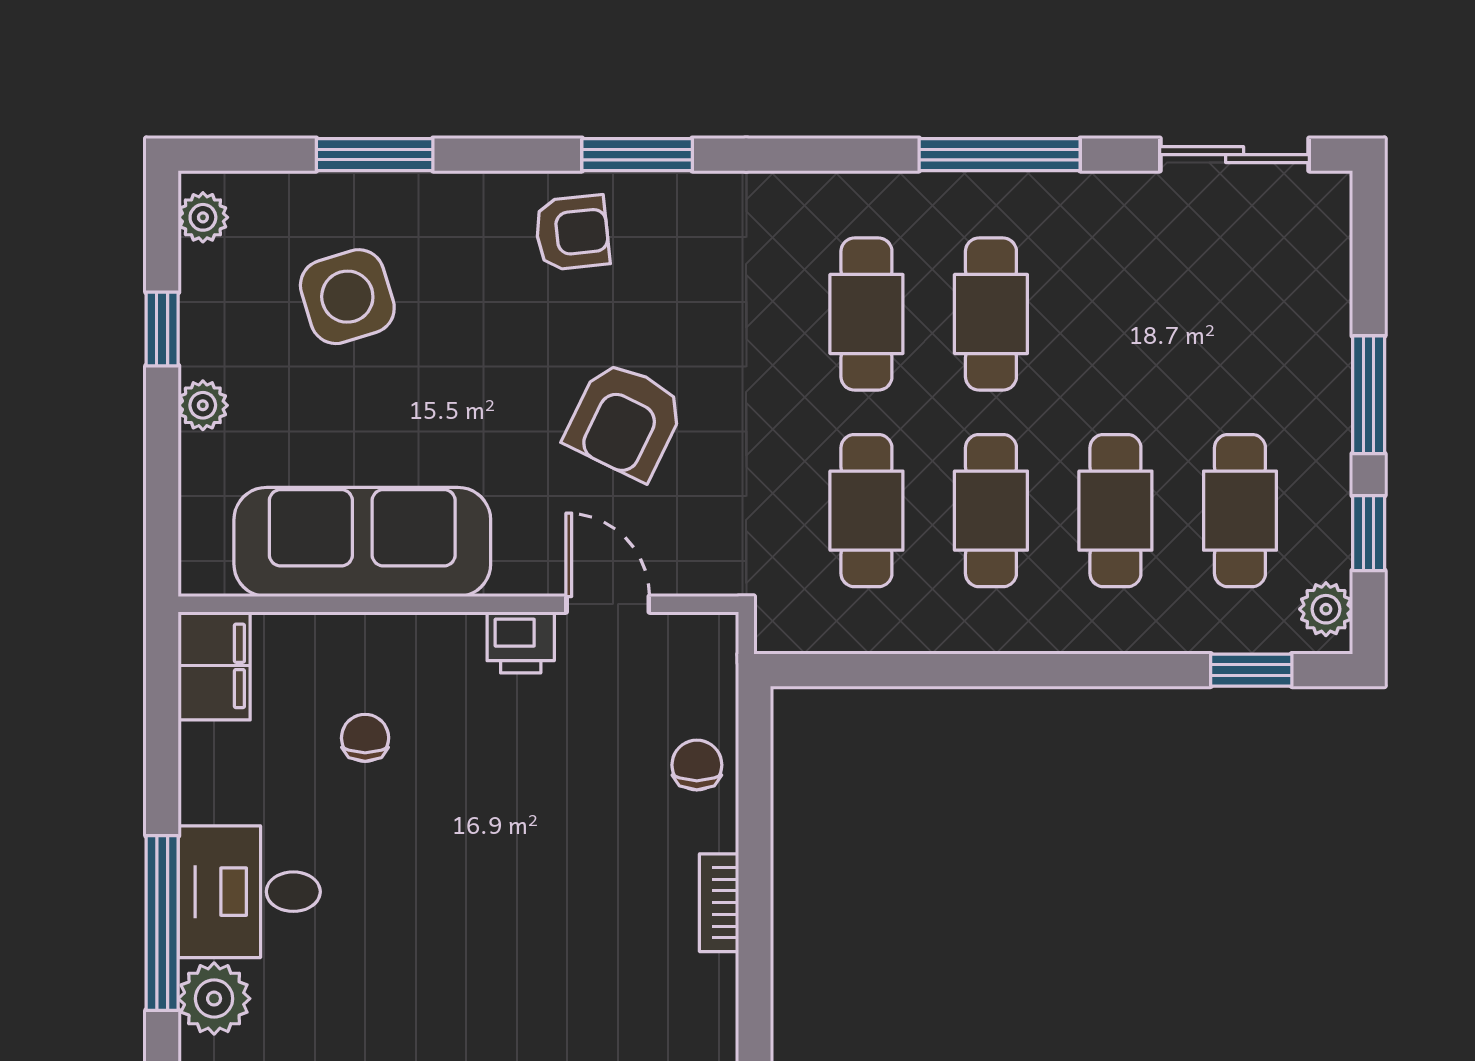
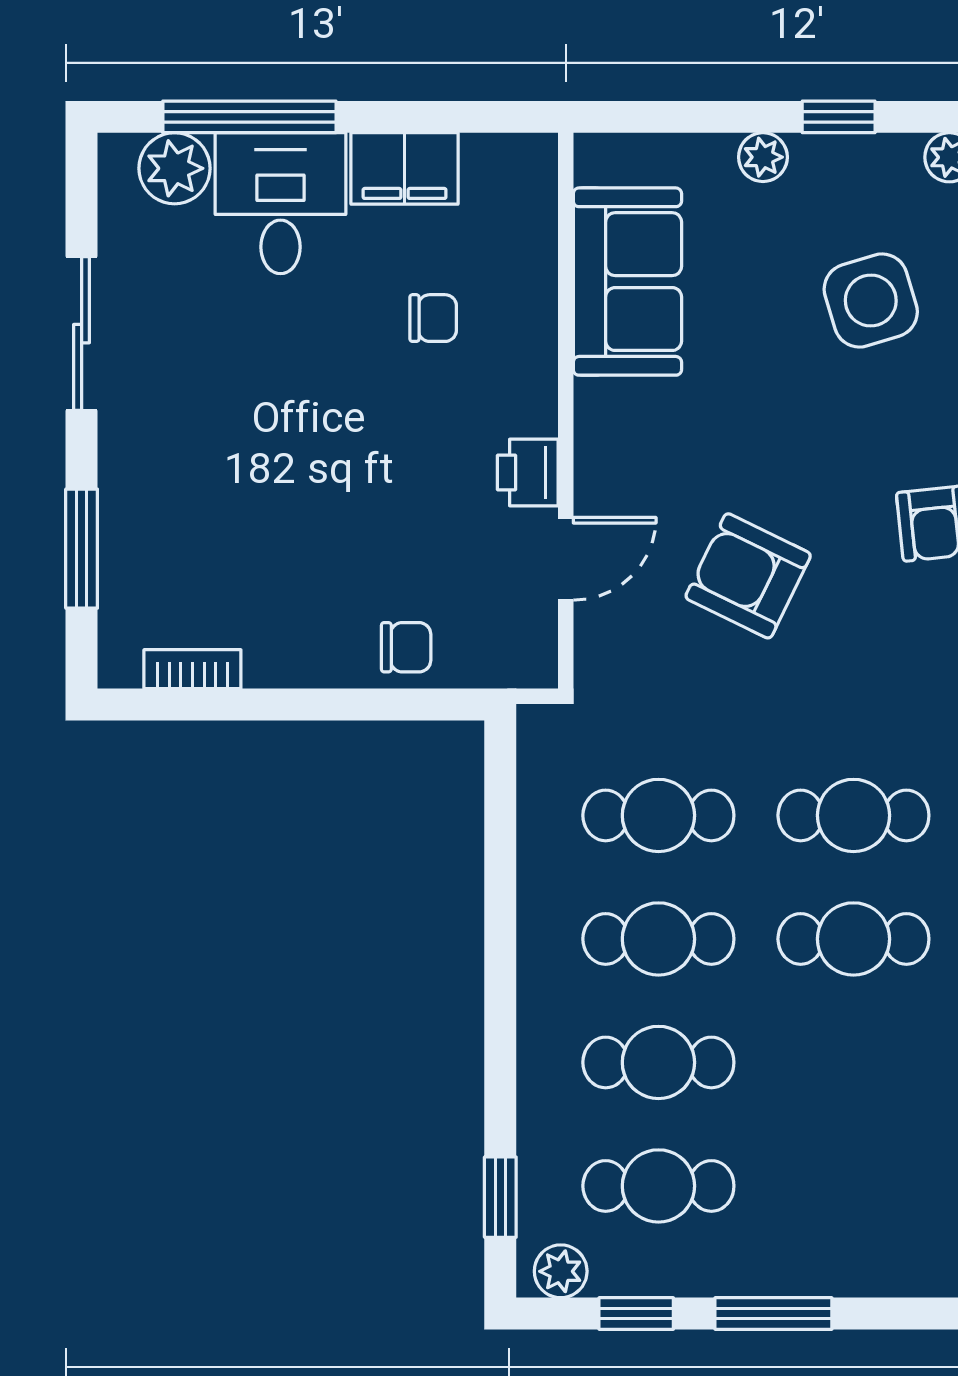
sofa: (362, 542) -> (627, 282), width x0.73
filing cabinet: (214, 666) -> (405, 168), moved
bookcase: (719, 903) -> (192, 669), moved

